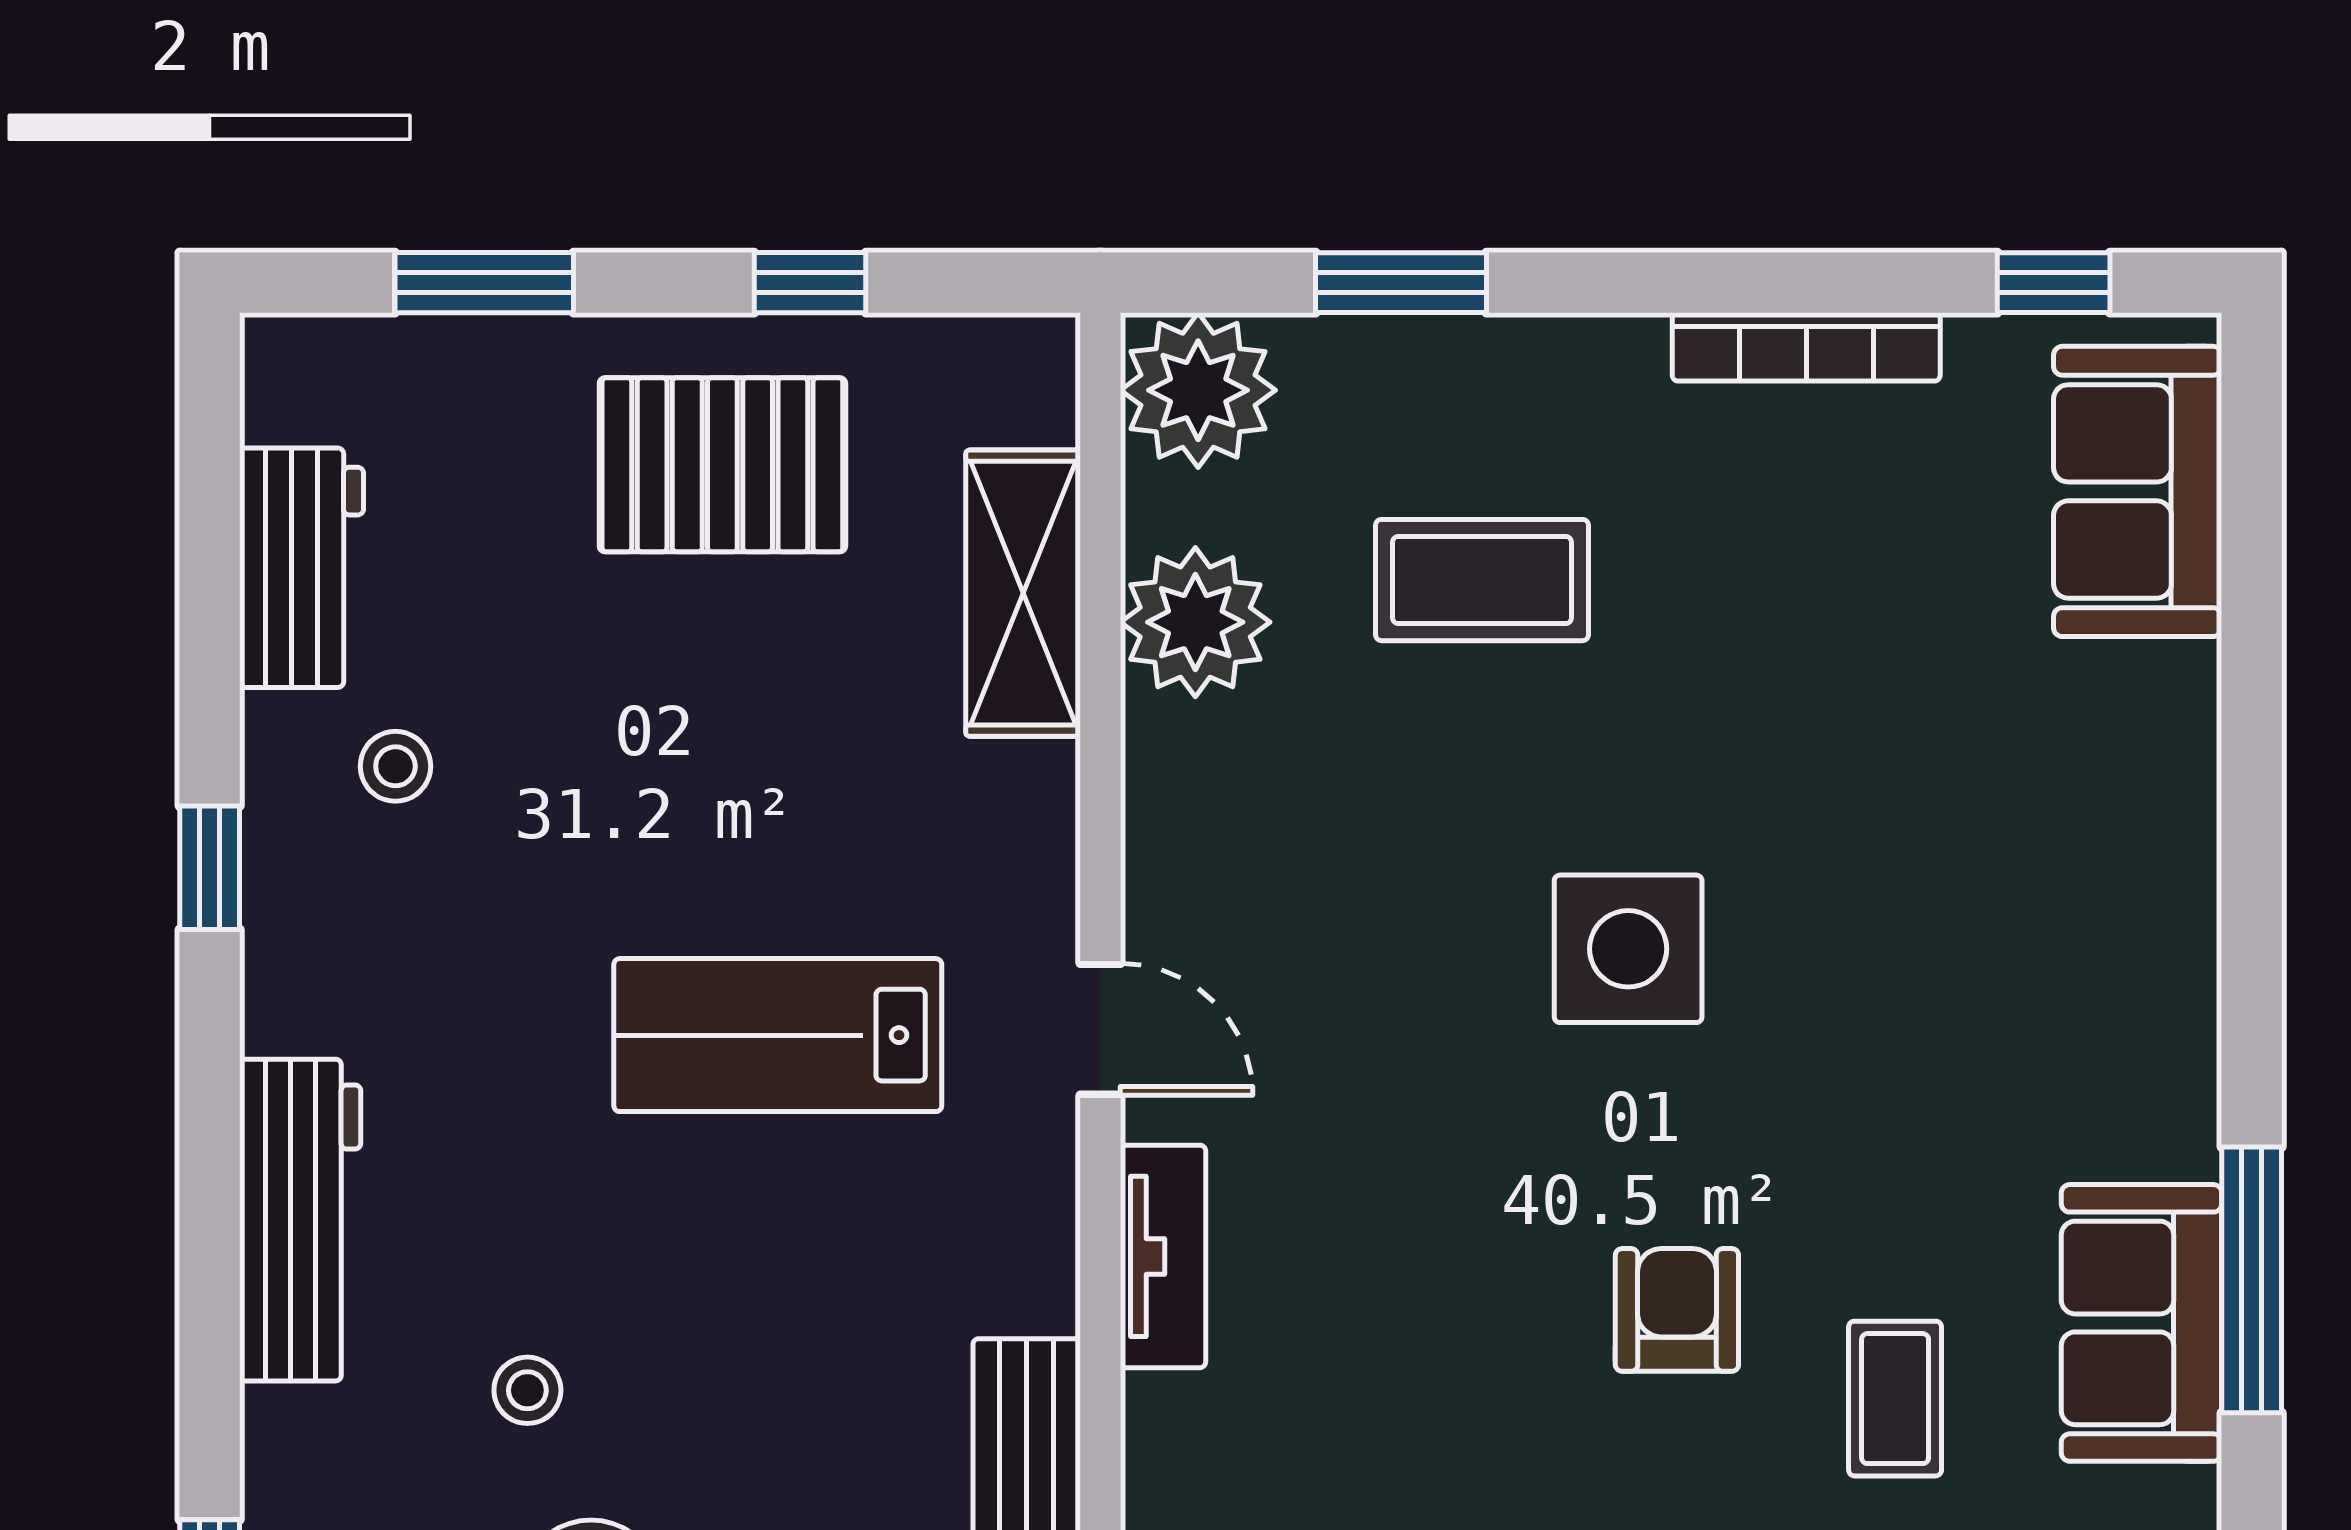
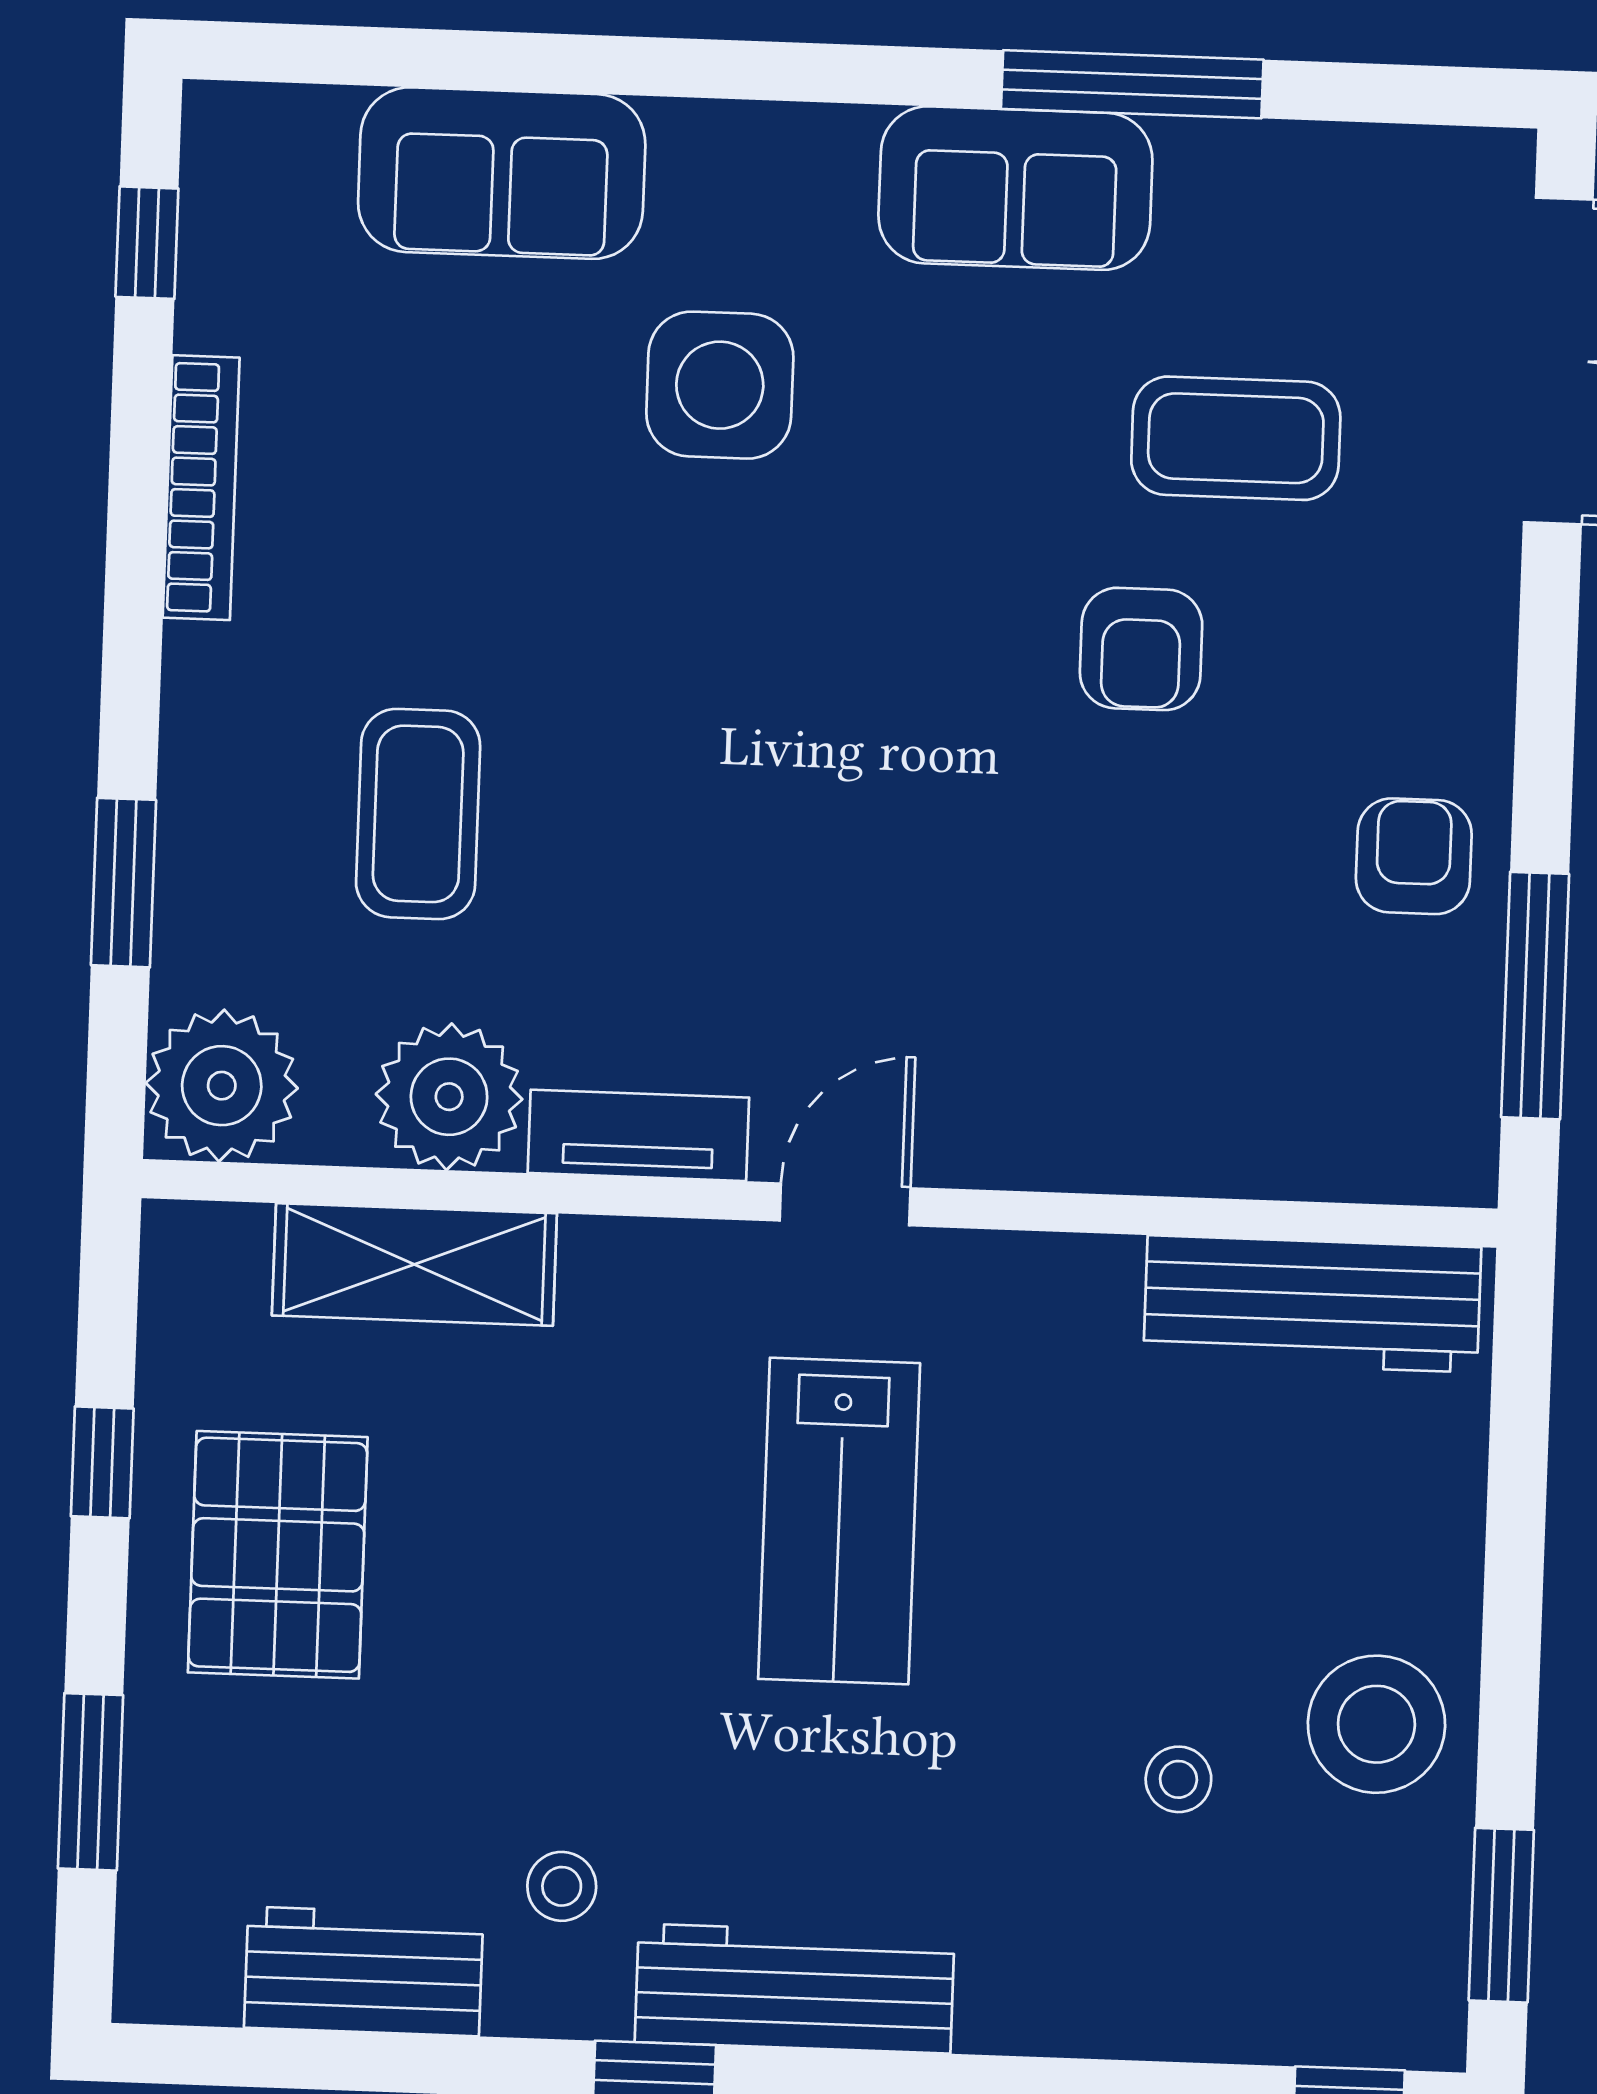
sofa: (2138, 491) -> (502, 173), moved
side table: (1628, 949) -> (720, 385), moved
workbench: (300, 1220) -> (795, 1989), moved
tv unit: (1163, 1256) -> (638, 1135), moved
armchair: (1677, 1310) -> (1141, 649), turned -90
sofa: (2142, 1323) -> (1015, 188), moved
coffee table: (1895, 1399) -> (1236, 438), width x1.36, depth x1.30

